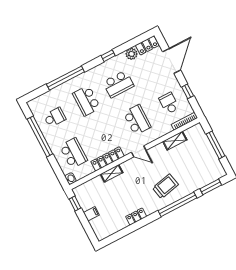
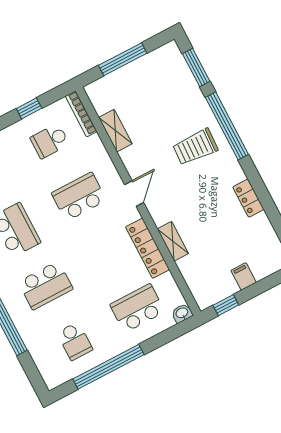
school desk: (55, 117) -> (75, 341), turned 180
trolley: (165, 186) -> (195, 147), turned -75

